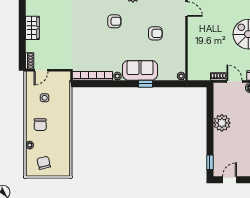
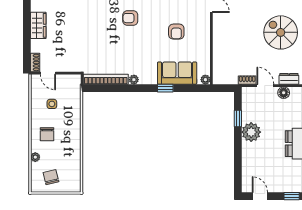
armchair: (114, 21) -> (130, 18), turned 180
armchair: (155, 33) -> (176, 32), turned 90
door: (41, 70) -> (48, 73), hinge flipped
sofa: (140, 70) -> (177, 73), moved
window: (210, 162) -> (238, 119), moved
door: (230, 180) -> (260, 196), hinge flipped

